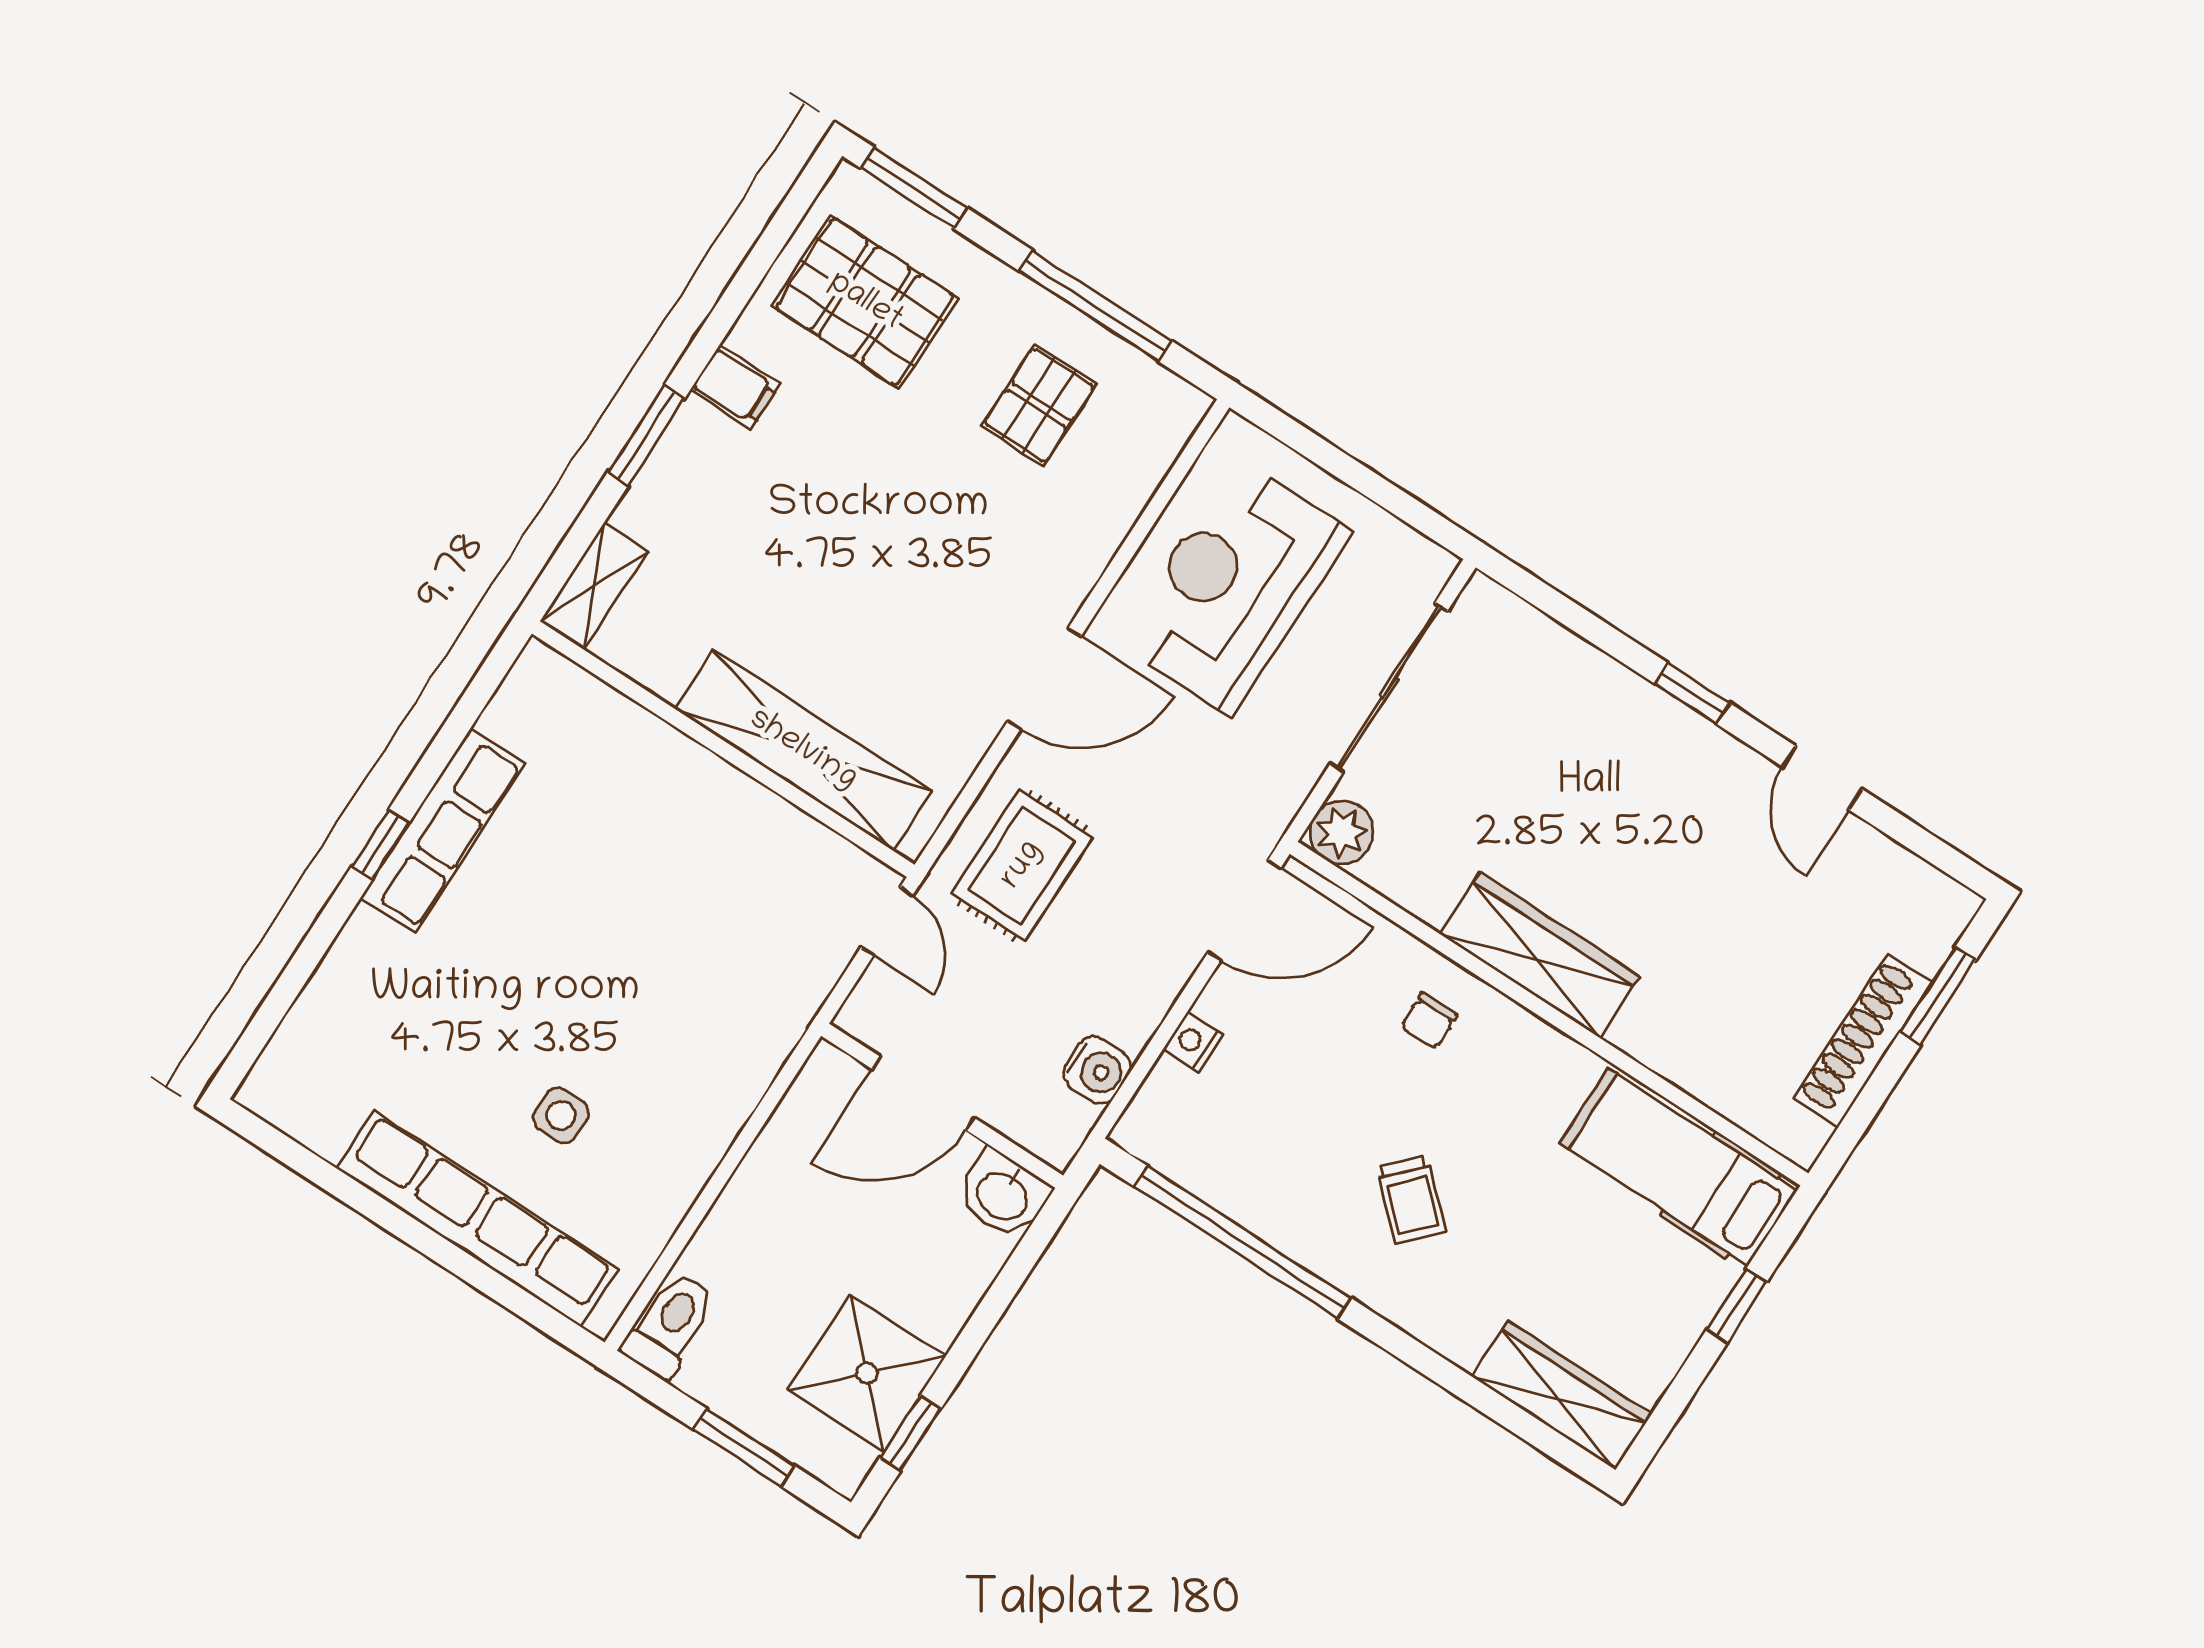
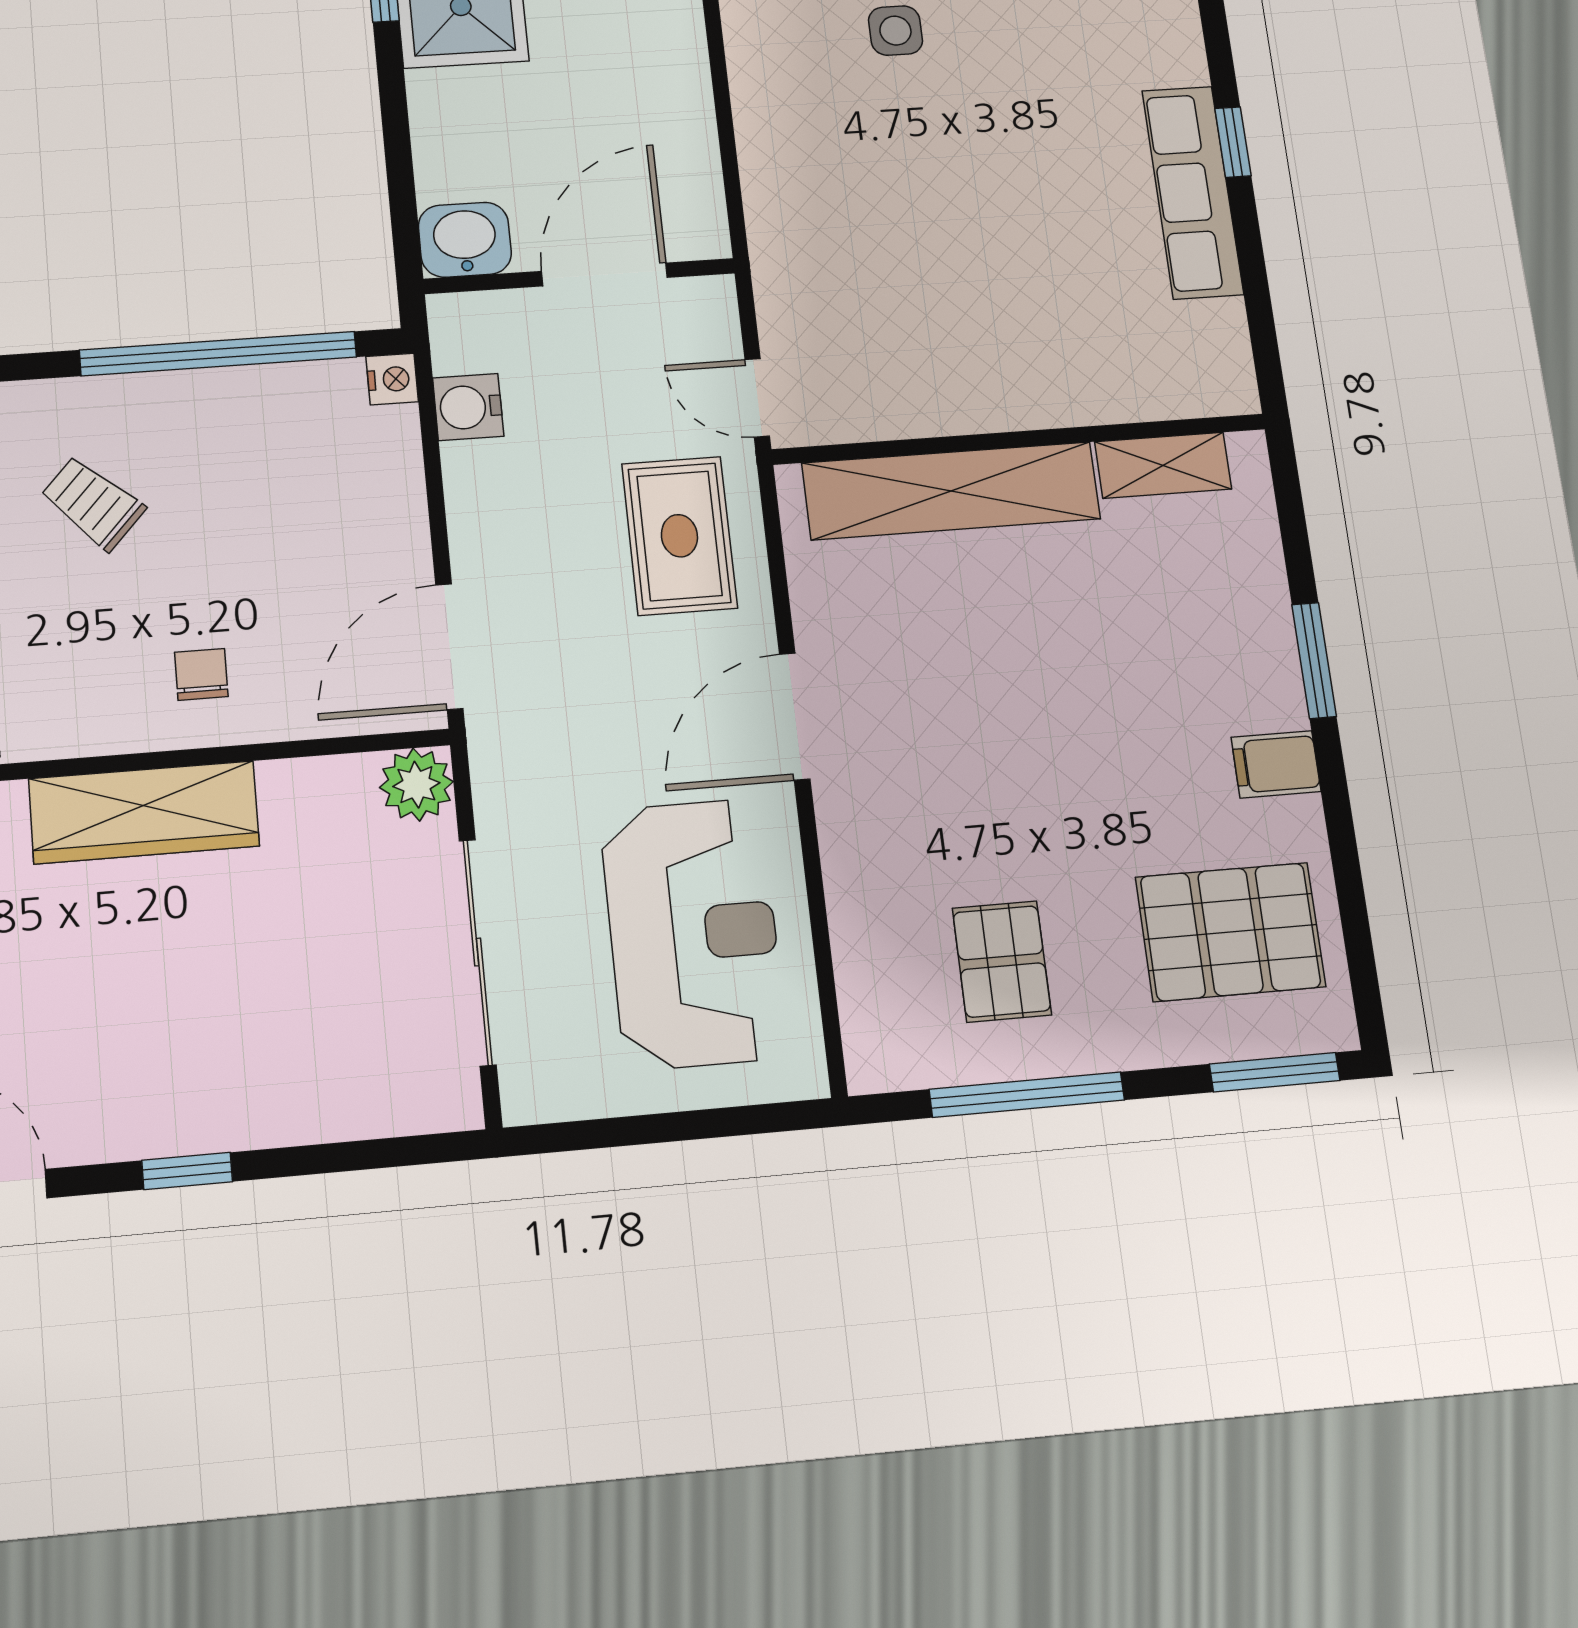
shelving: (594, 586) -> (1163, 465), moved, turned 90
nightstand: (1193, 1042) -> (392, 379), moved

